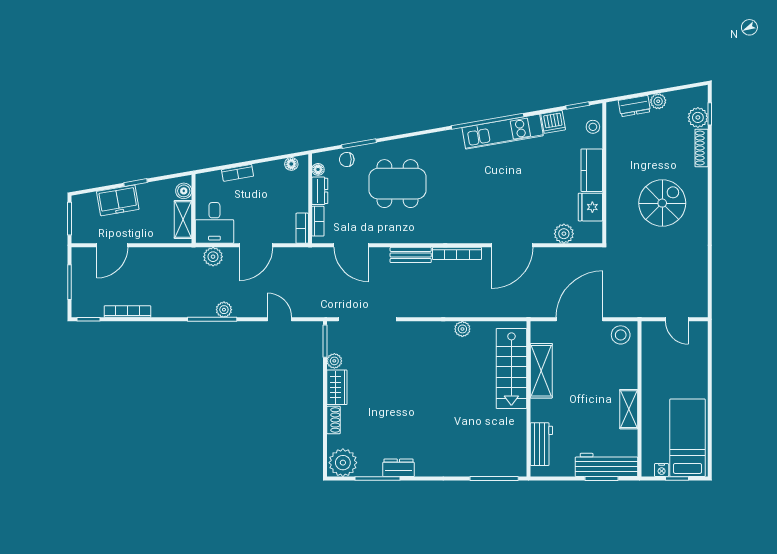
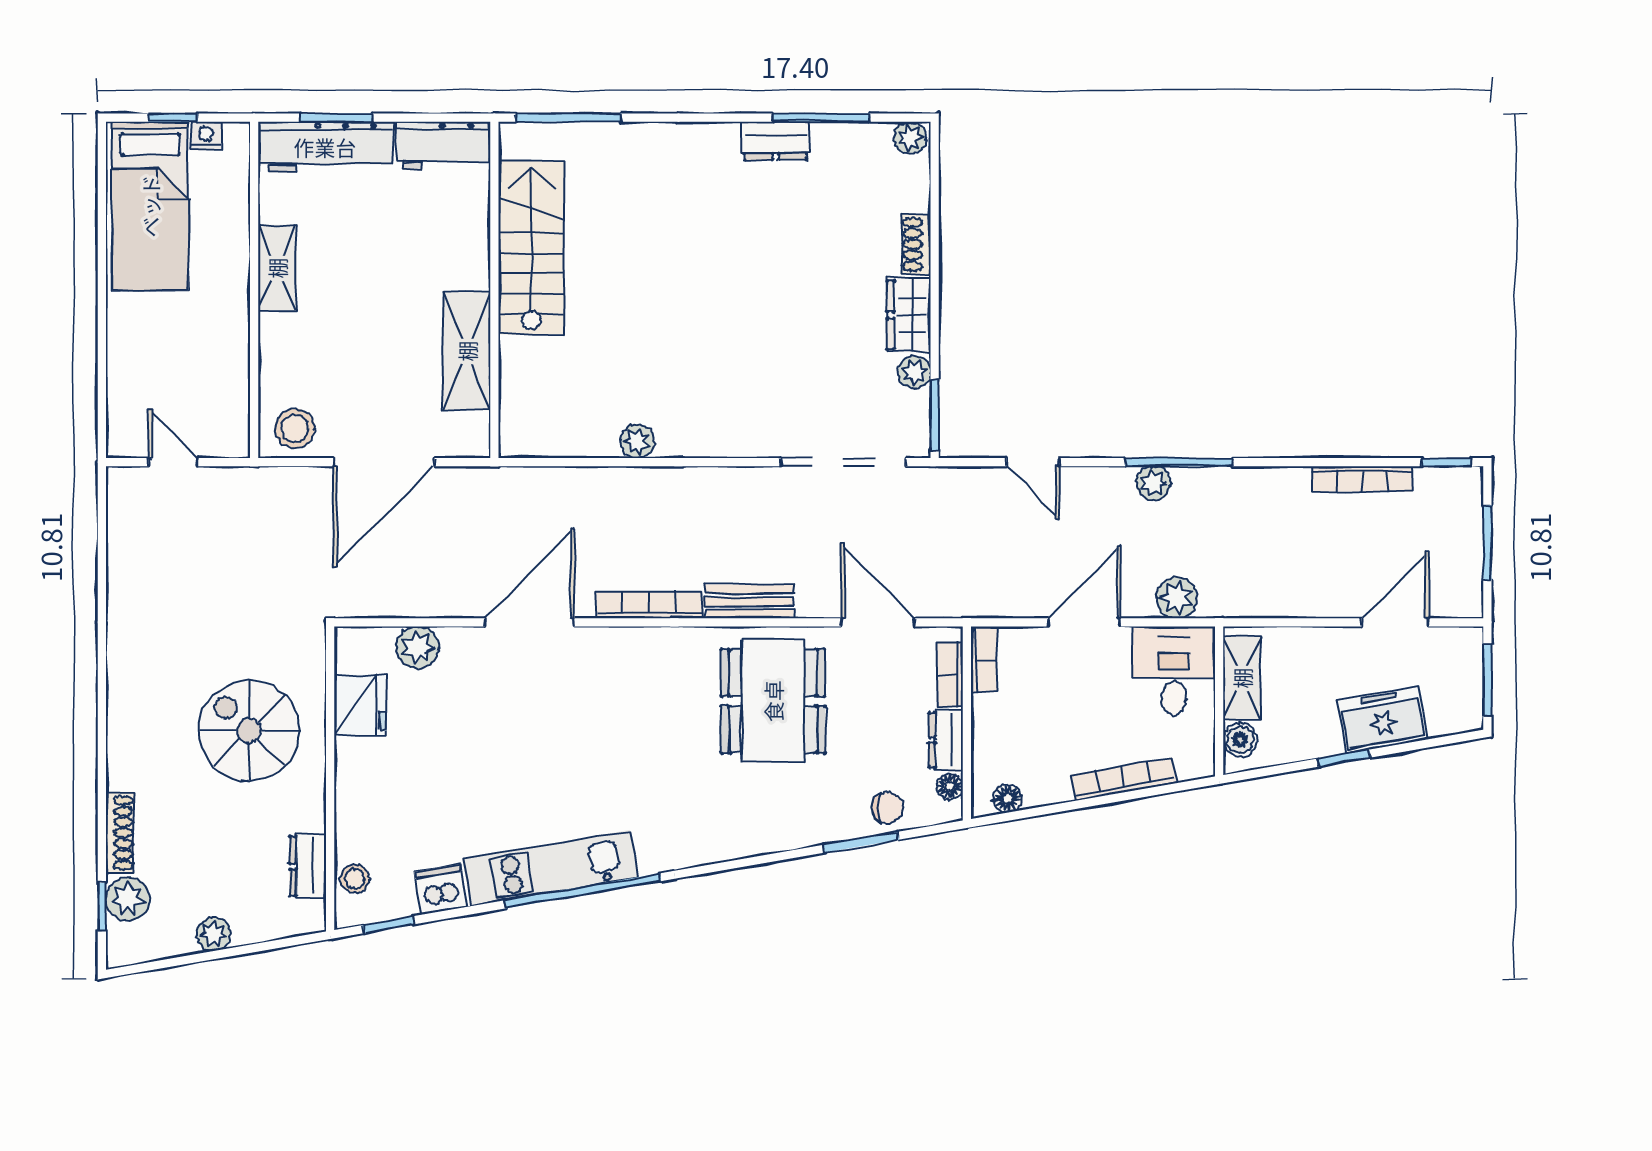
dresser: (634, 106) -> (308, 866), moved, turned -80
kitchen counter: (592, 170) -> (357, 785), removed
bookcase: (238, 173) -> (1124, 779), width x1.56
dining table: (398, 184) -> (773, 701), moved, turned 90
spiral stairs: (662, 203) -> (249, 731), moved, turned 90
stairs: (511, 368) -> (531, 247), moved
workbench: (541, 444) -> (442, 146), moved, turned -90
plant: (343, 463) -> (910, 138), width x0.53, depth x0.53

